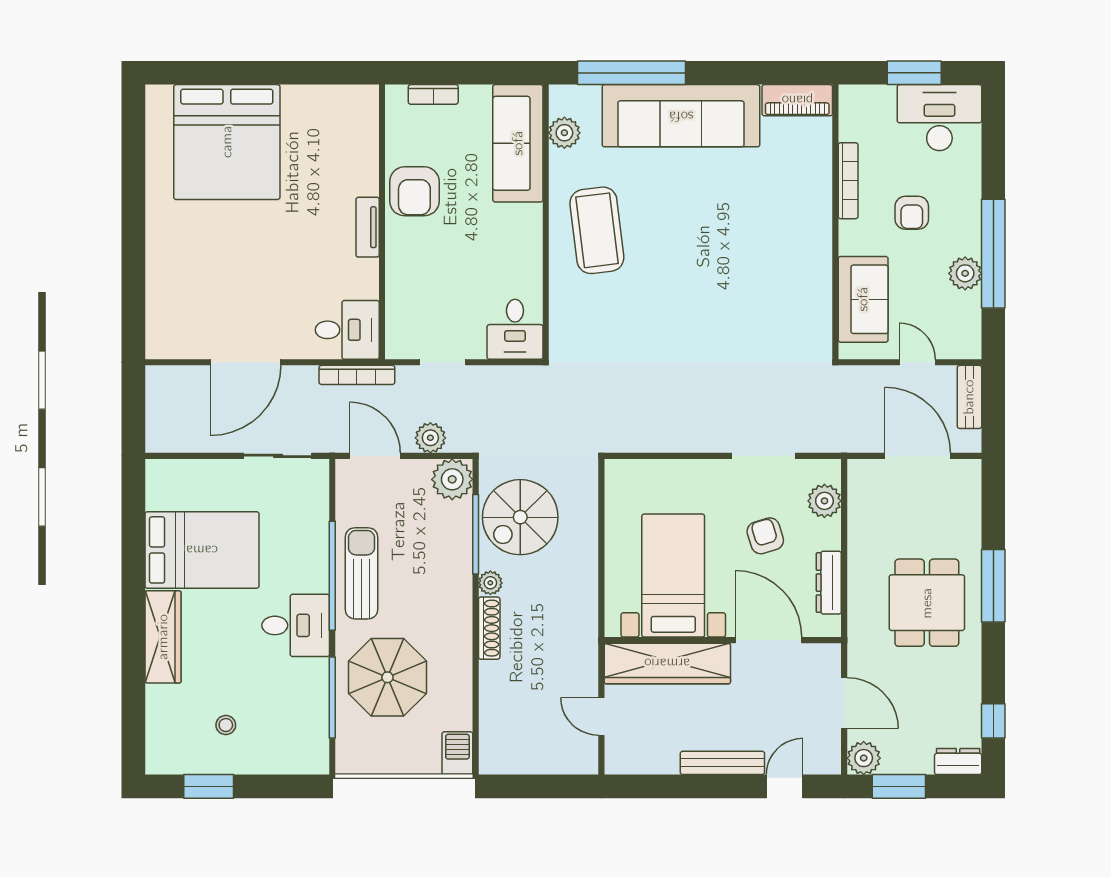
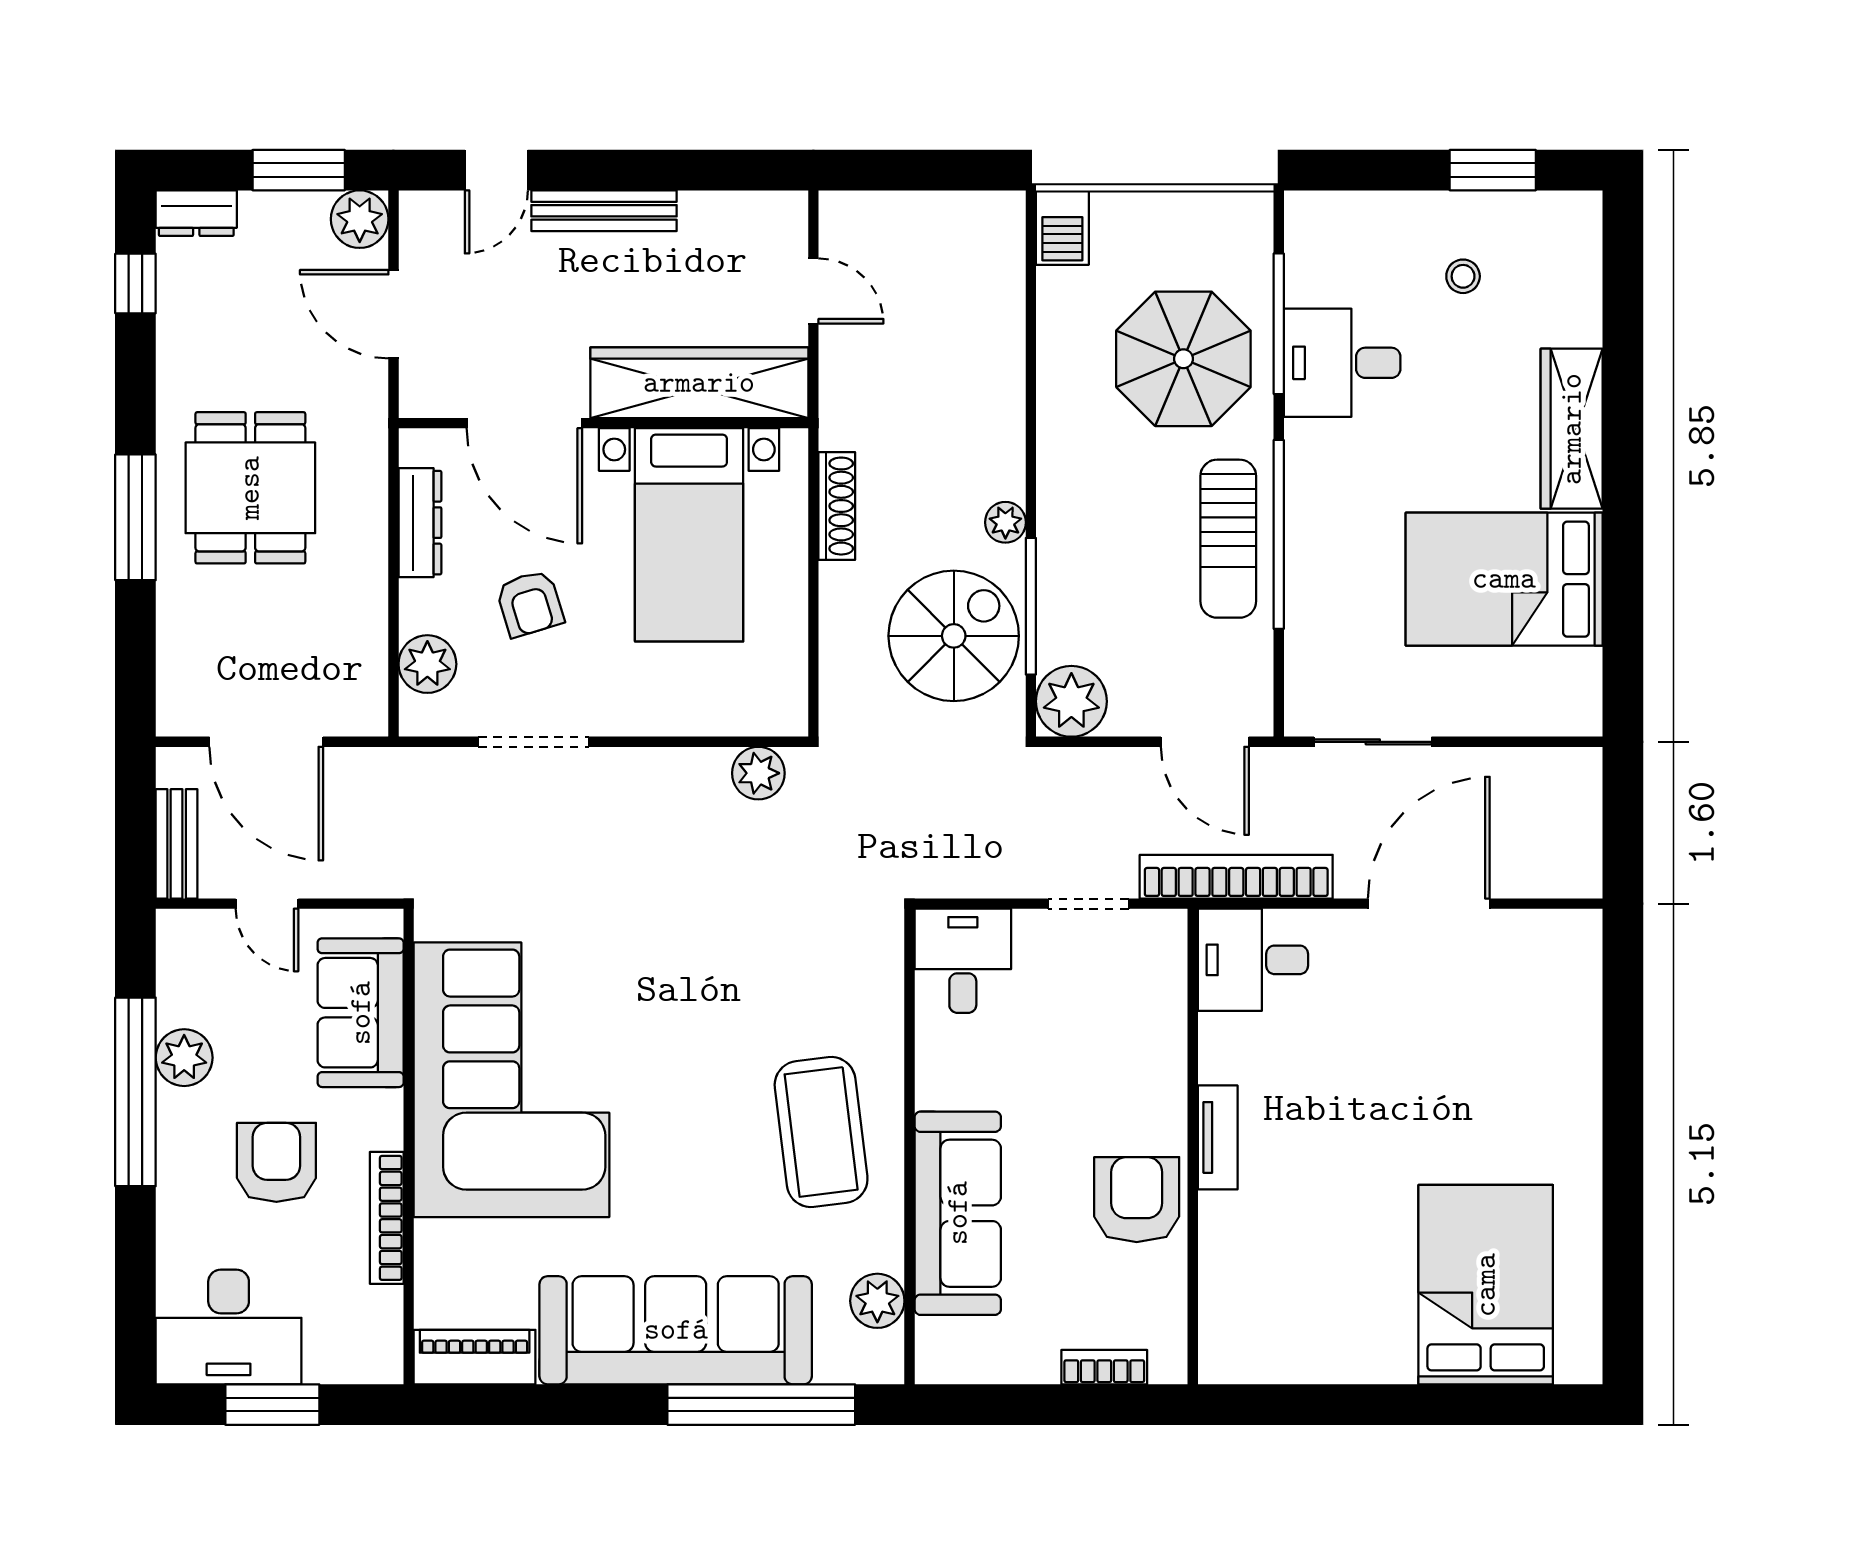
bed: (227, 142) -> (1486, 1285), width x0.73
sofa: (518, 143) -> (958, 1213), moved
armchair: (912, 213) -> (276, 1162), width x1.38, depth x1.38
corner sofa: (776, 261) -> (511, 1080), added
bookcase: (357, 375) -> (1236, 877), width x1.48, depth x1.31
plant: (430, 438) -> (758, 773), moved
desk: (296, 625) -> (1342, 363), moved
shoe rack: (489, 628) -> (837, 506), moved, turned 180

